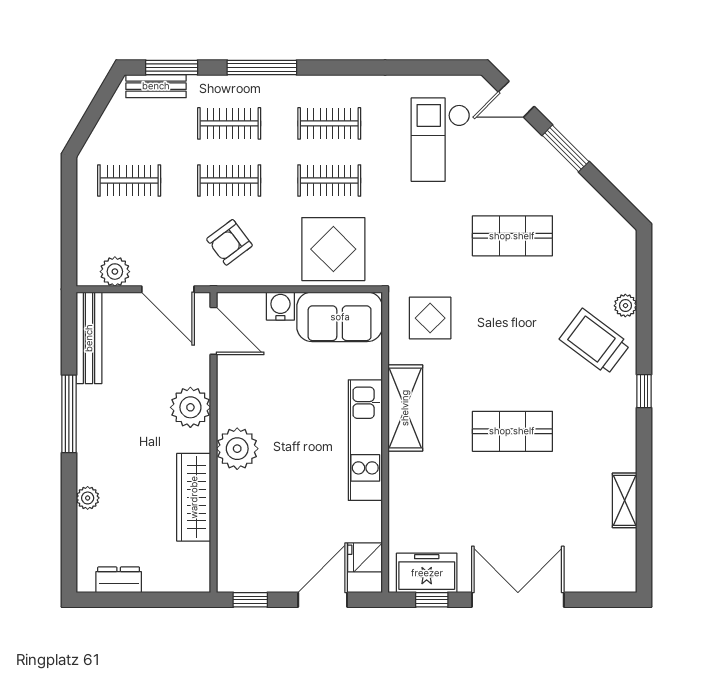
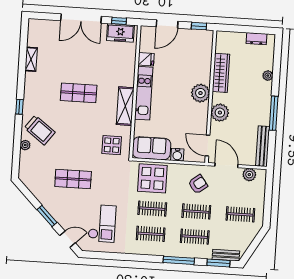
fridge: (365, 557) -> (146, 59), moved

